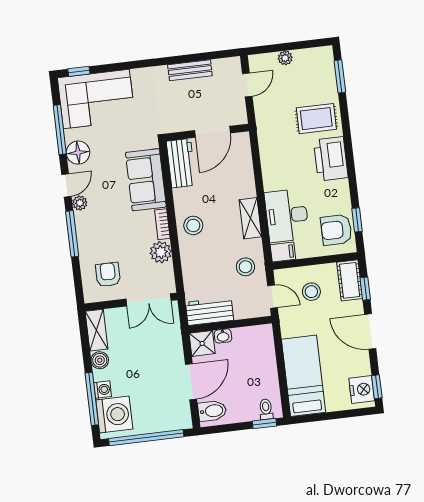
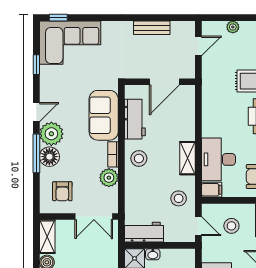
window: (60, 130) -> (36, 65), width x0.46
floor lamp: (78, 153) -> (49, 157), moved
workbench: (181, 163) -> (135, 119), moved
plant: (80, 203) -> (51, 134), width x1.88, depth x1.88
armchair: (108, 275) -> (62, 191), turned 180

